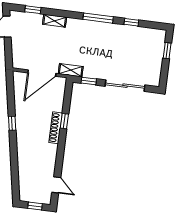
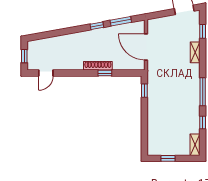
window: (167, 51) -> (168, 158), moved
shelving: (71, 70) -> (195, 145), moved
sliding door: (125, 86) -> (144, 124), removed
window: (11, 97) -> (121, 21), added

